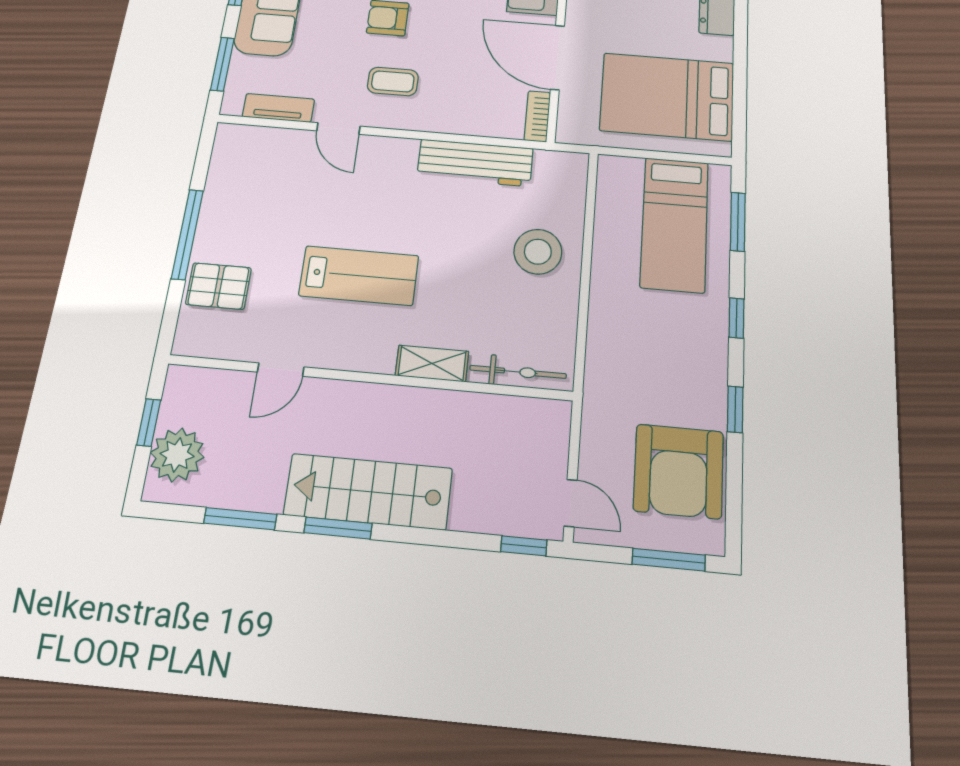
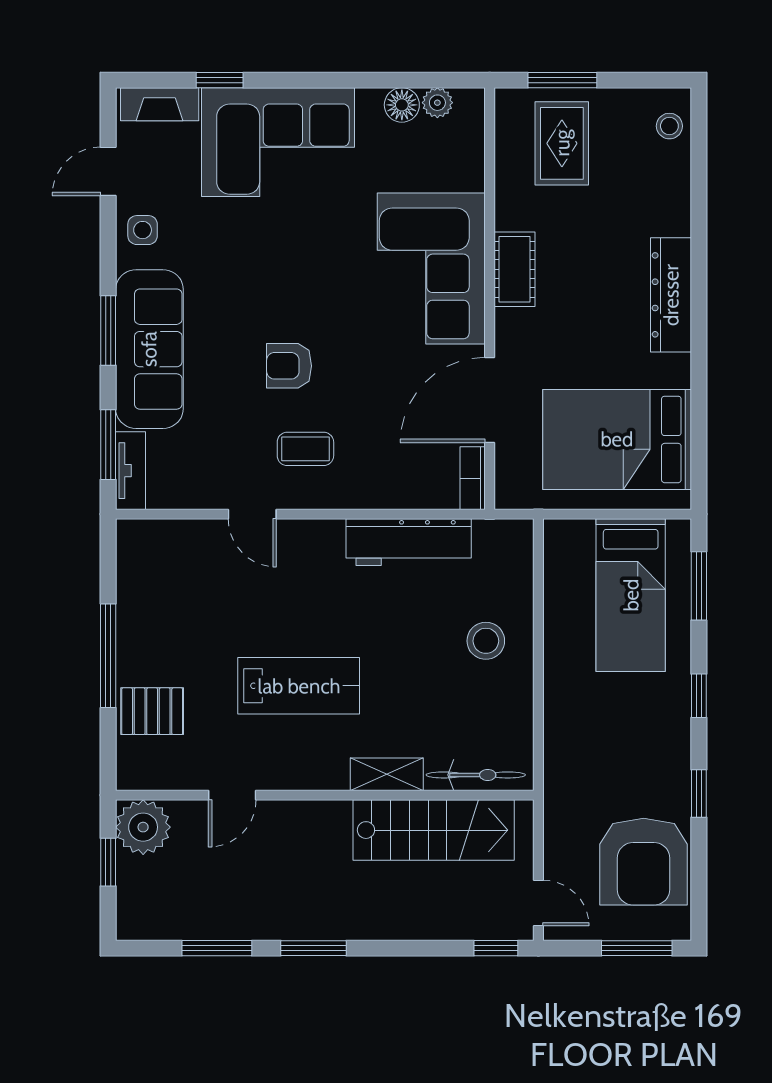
door: (557, 57) -> (490, 400), hinge flipped
tv unit: (278, 108) -> (131, 471), moved, turned 90
stool: (538, 252) -> (486, 641), width x0.73, depth x0.73
plant: (177, 455) -> (143, 827), moved
stairs: (368, 492) -> (434, 830), moved, turned 180

